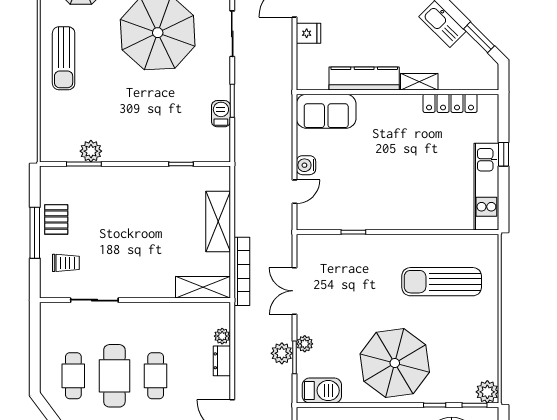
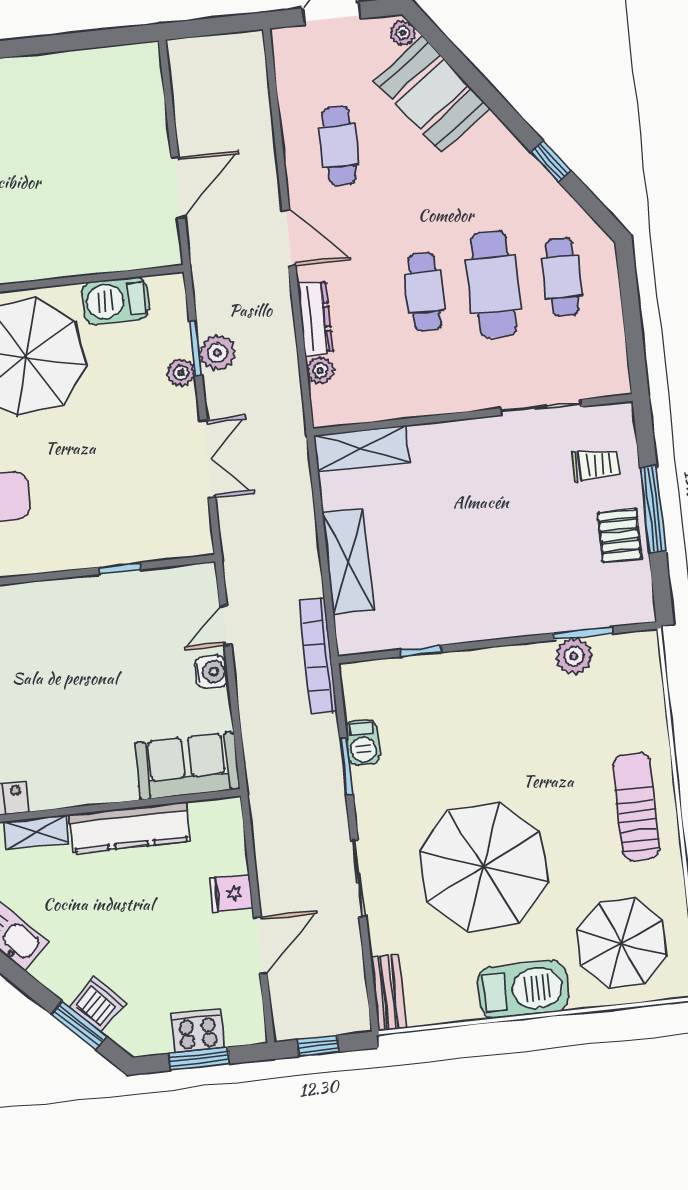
trolley: (66, 263) -> (596, 465), turned 180
bookcase: (242, 271) -> (318, 656), moved
dresser: (222, 361) -> (315, 318), width x1.44
barbecue: (322, 391) -> (115, 301), moved

